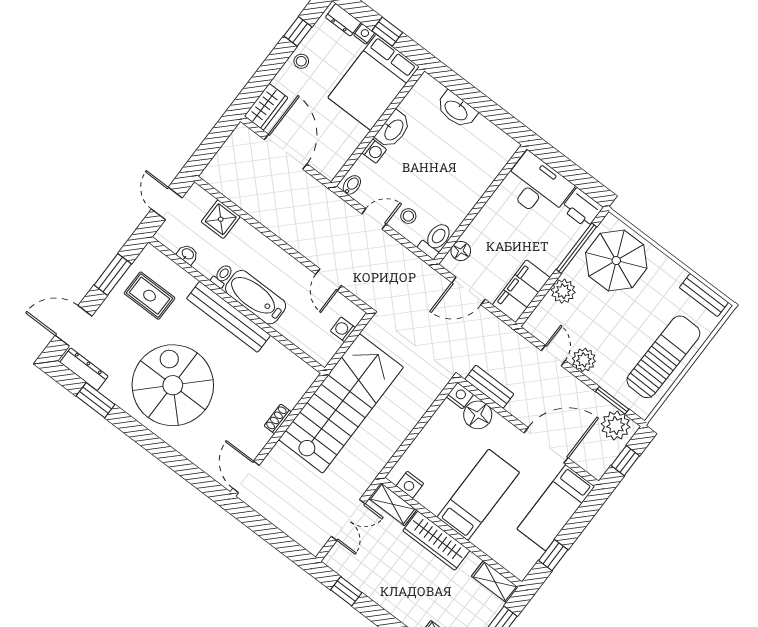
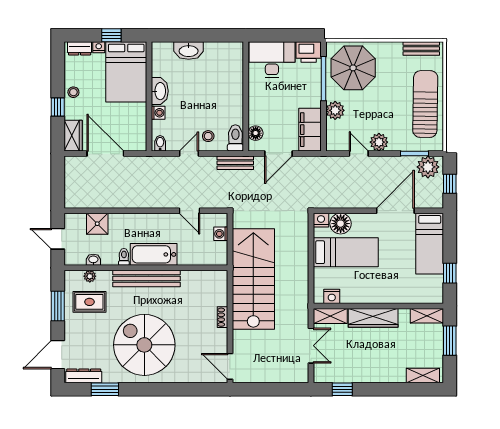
window: (298, 31) -> (58, 107), moved
plant: (171, 269) -> (90, 276), added
bench: (489, 387) -> (235, 163), moved
bed: (478, 495) -> (346, 252), moved, turned 90

